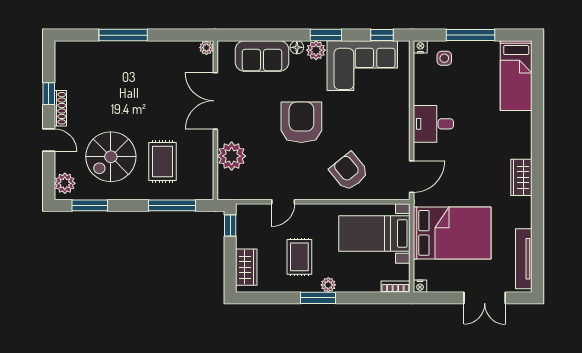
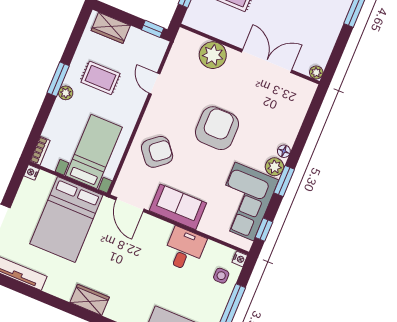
sofa: (262, 56) -> (178, 207), moved, turned 90
armchair: (301, 122) -> (217, 128), turned -90
desk: (433, 124) -> (184, 249), moved

